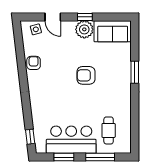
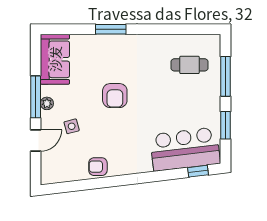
window: (85, 17) -> (36, 97), width x2.17
side table: (36, 29) -> (72, 126), moved
plant: (84, 29) -> (47, 103), width x0.53, depth x0.53
bar counter: (71, 140) -> (185, 149), moved, turned 83

